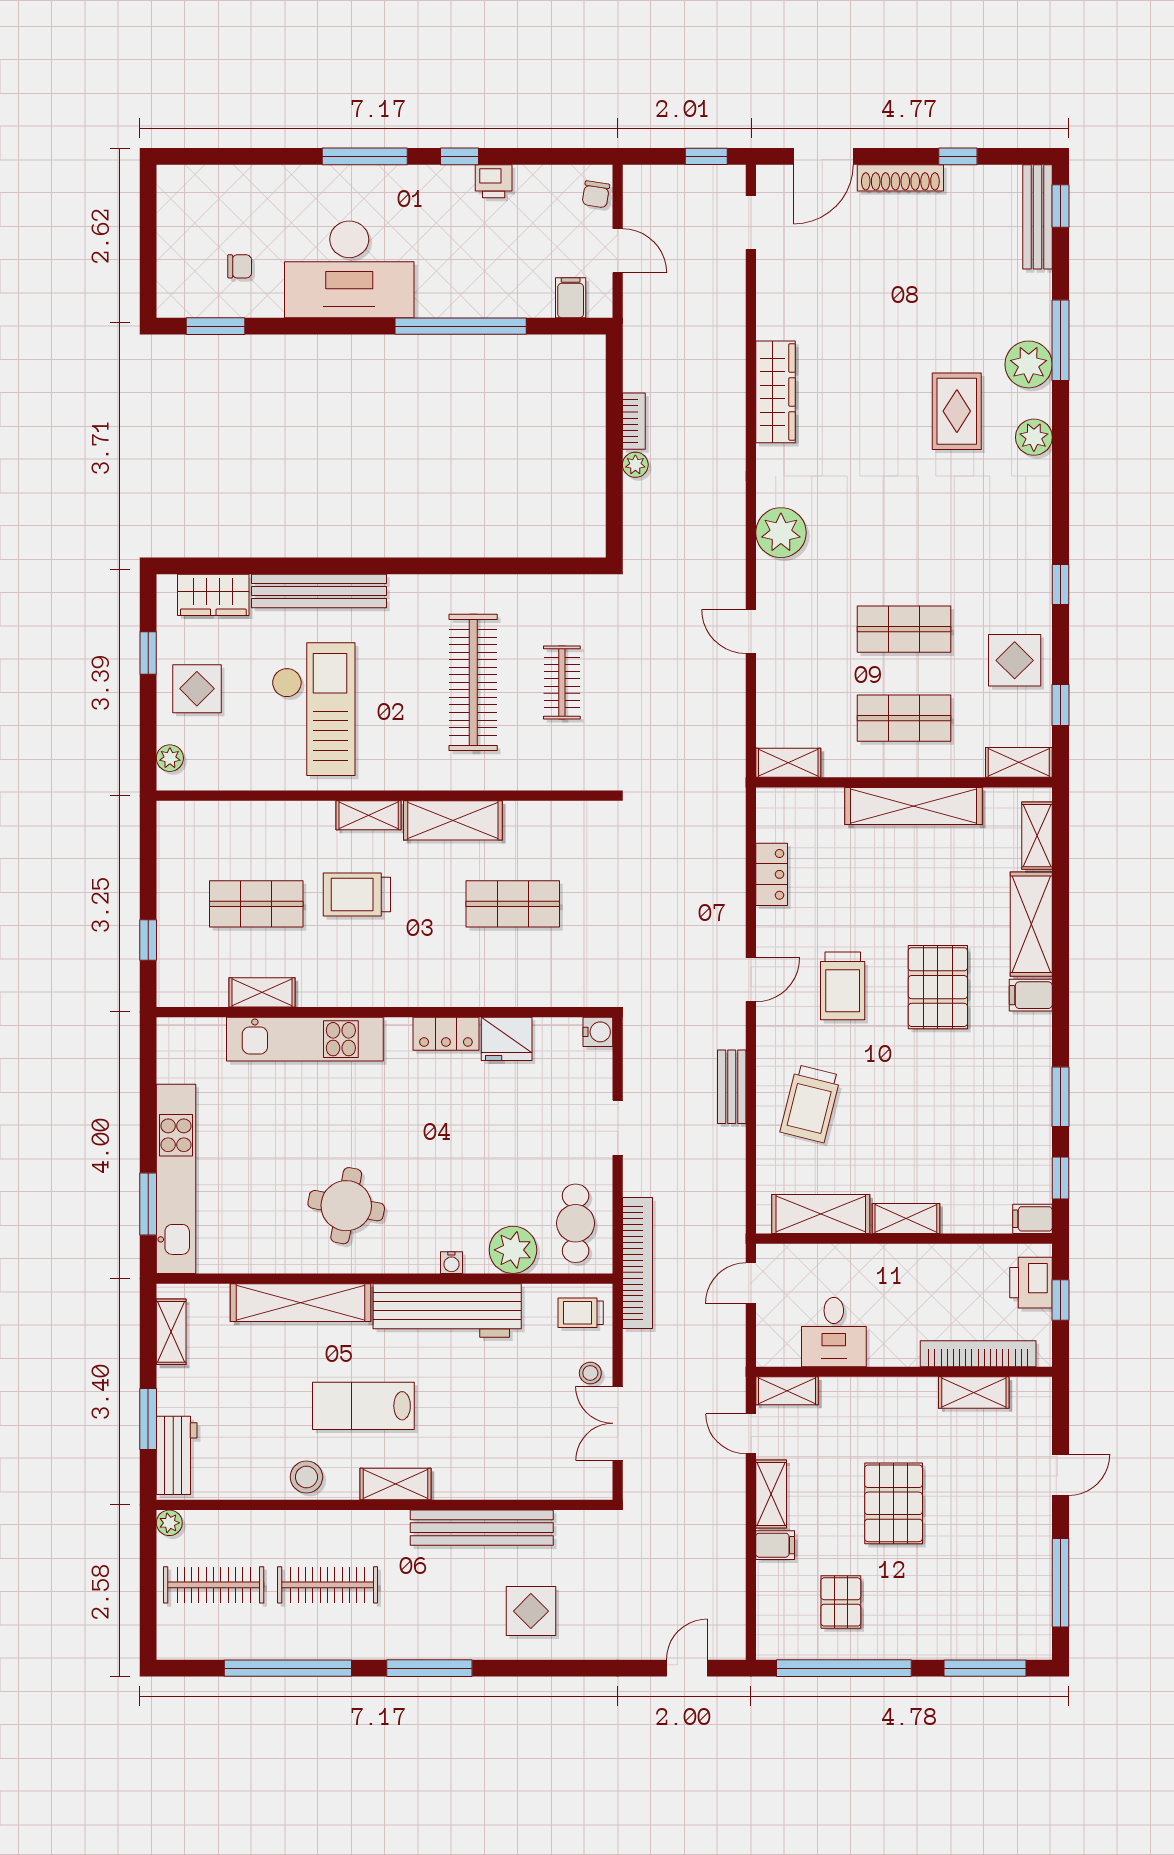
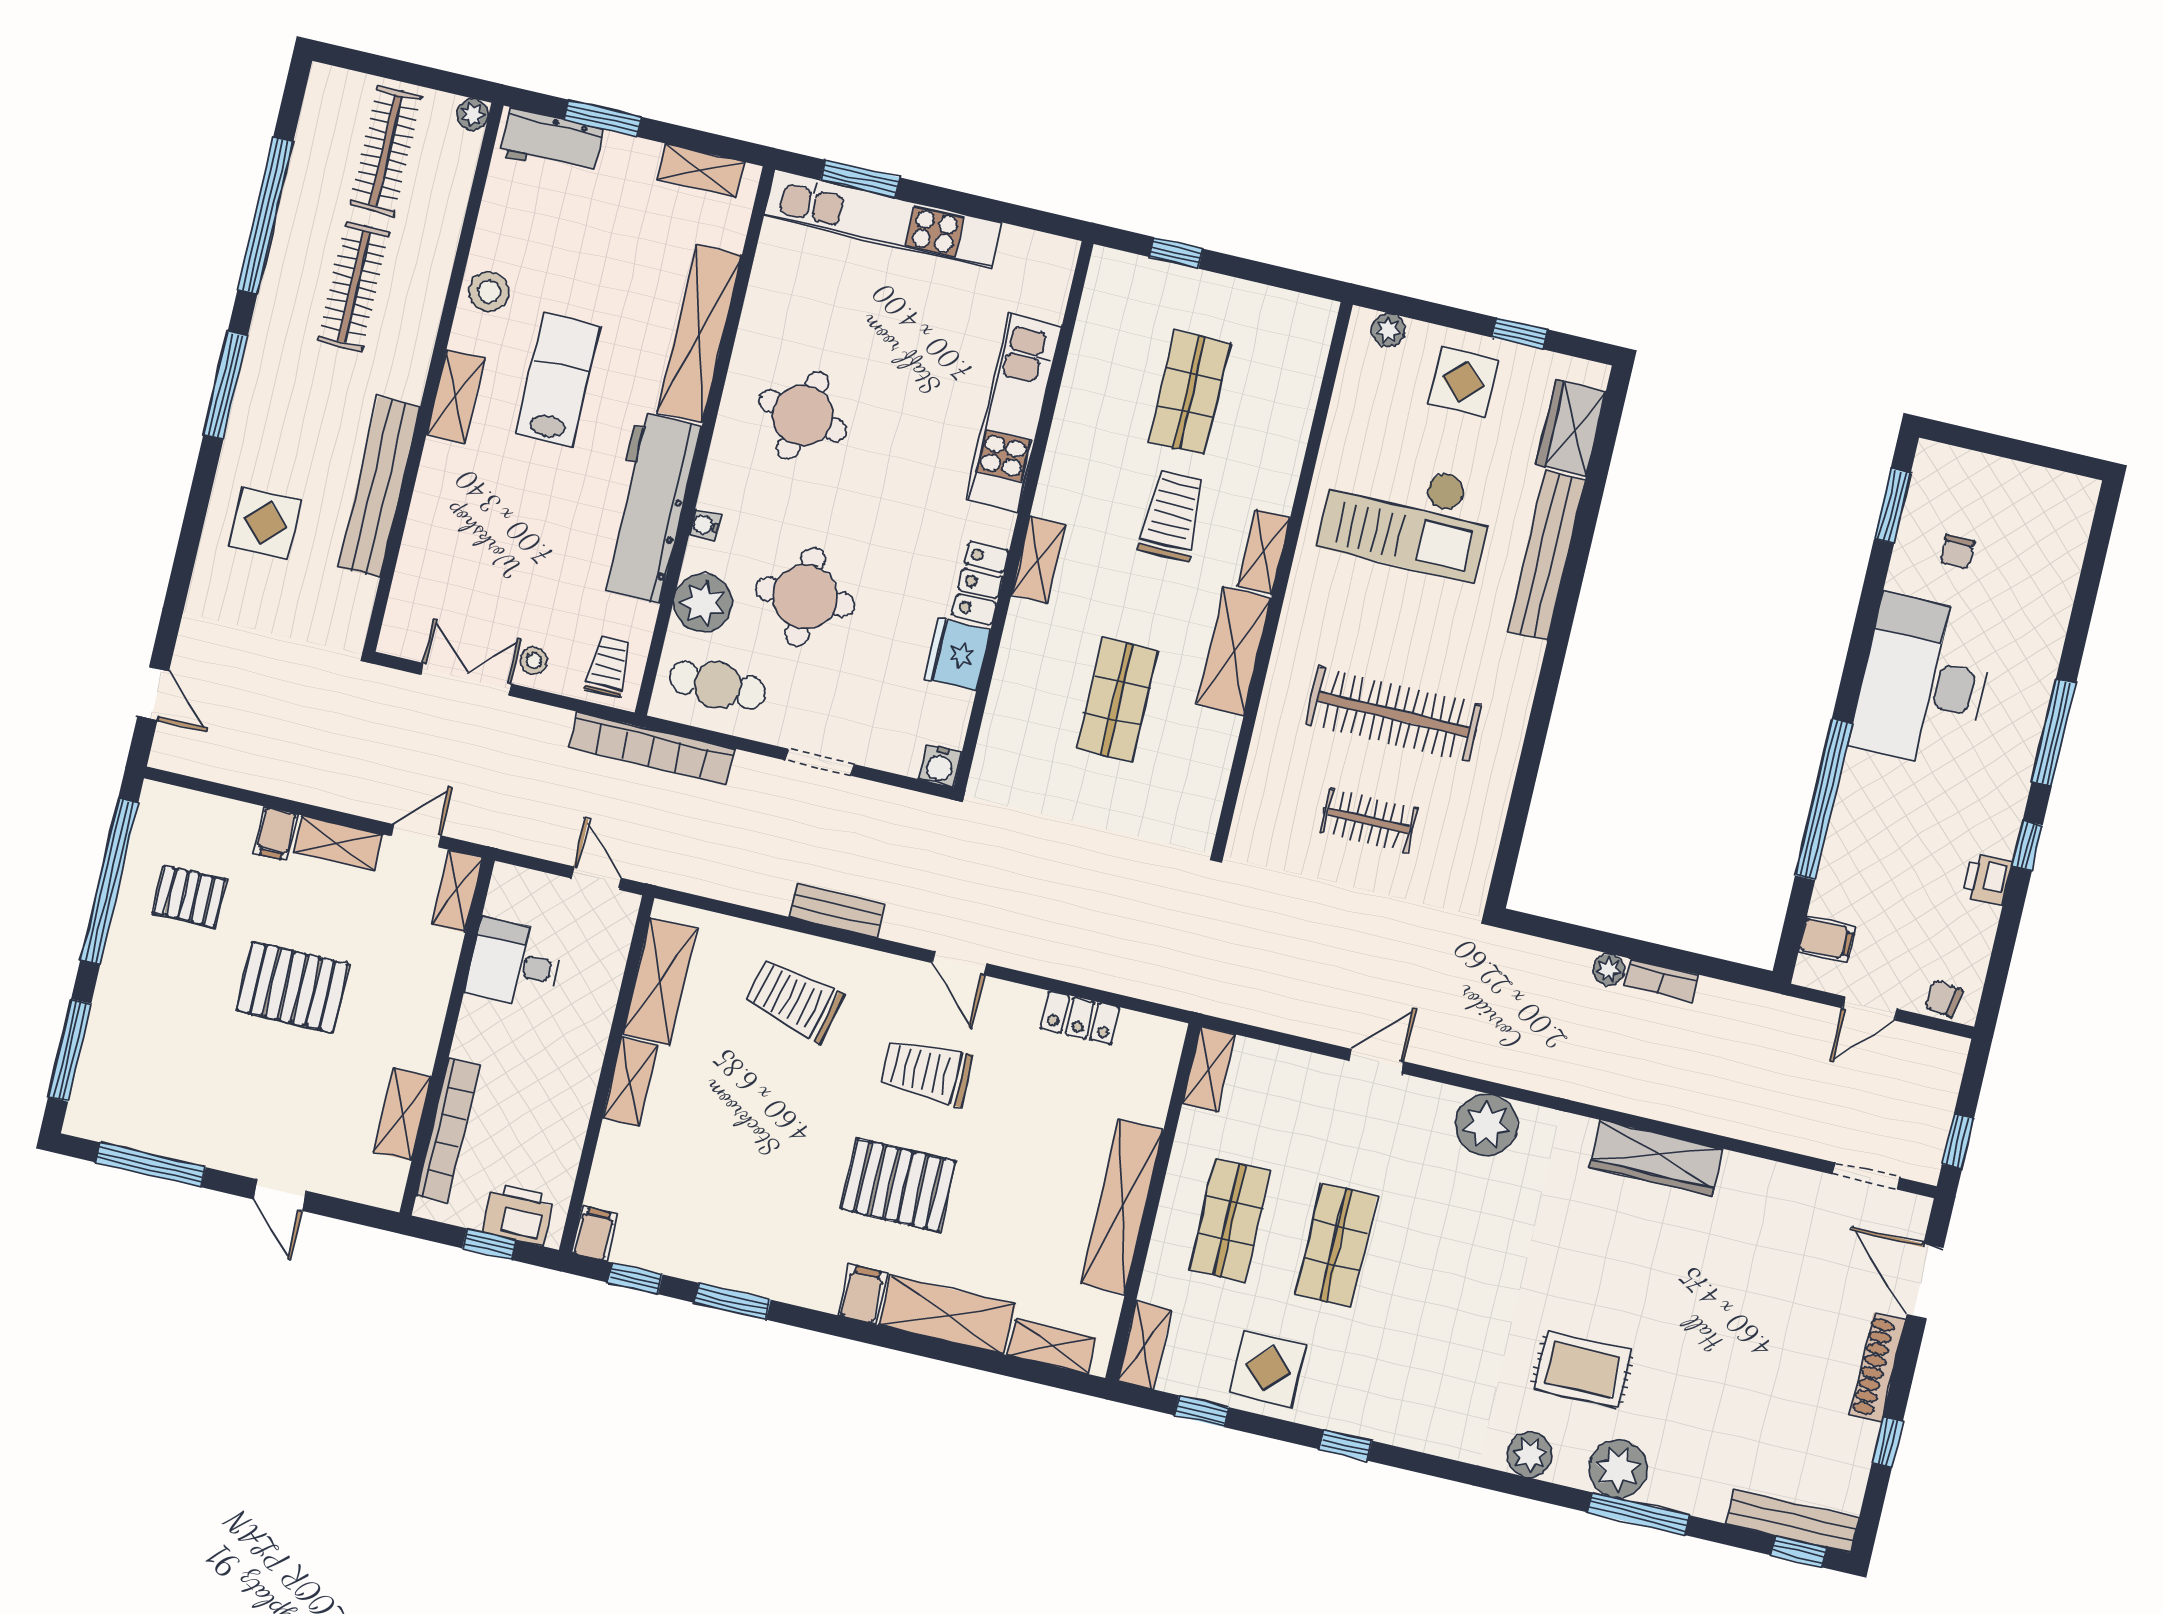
shelving: (262, 992) -> (1038, 560), moved
round table: (489, 1170) -> (805, 597), added

